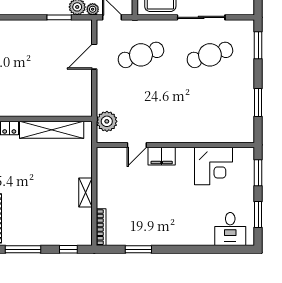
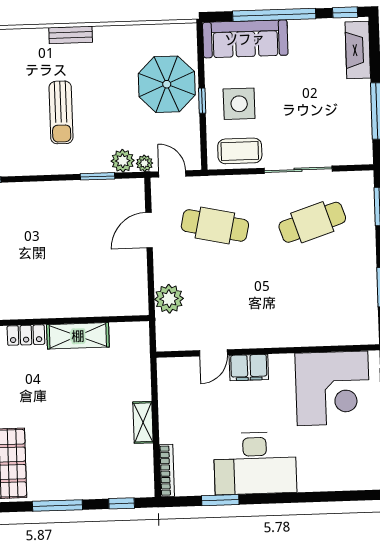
cafe table: (141, 55) -> (215, 225), turned 30
plant: (107, 121) -> (169, 299), moved
shelving: (52, 130) -> (78, 336), width x0.68
corner desk: (213, 166) -> (332, 388), width x1.36, depth x1.36
desk: (230, 229) -> (255, 463), moved, width x1.87, depth x1.30

